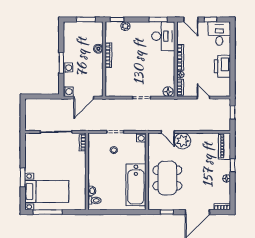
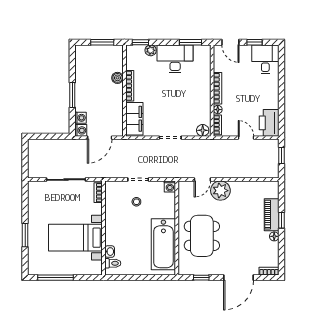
desk: (163, 36) -> (175, 59), moved, turned -90
printer: (222, 66) -> (269, 123), moved
washing machine: (68, 68) -> (80, 118), moved
filing cabinet: (112, 82) -> (134, 119), added
door: (168, 132) -> (202, 180), hinge flipped
piano: (224, 146) -> (272, 215), moved
bed with nightstands: (47, 191) -> (75, 238), moved, turned 180

